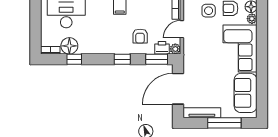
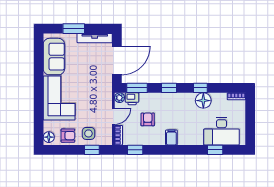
plant: (252, 19) -> (48, 126), removed
armchair: (140, 36) -> (148, 119), moved
floor lamp: (69, 46) -> (203, 101), moved
window: (74, 59) -> (200, 88), moved
window: (224, 123) -> (74, 29), width x0.69

